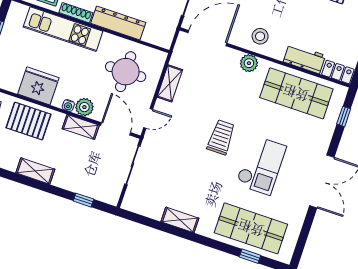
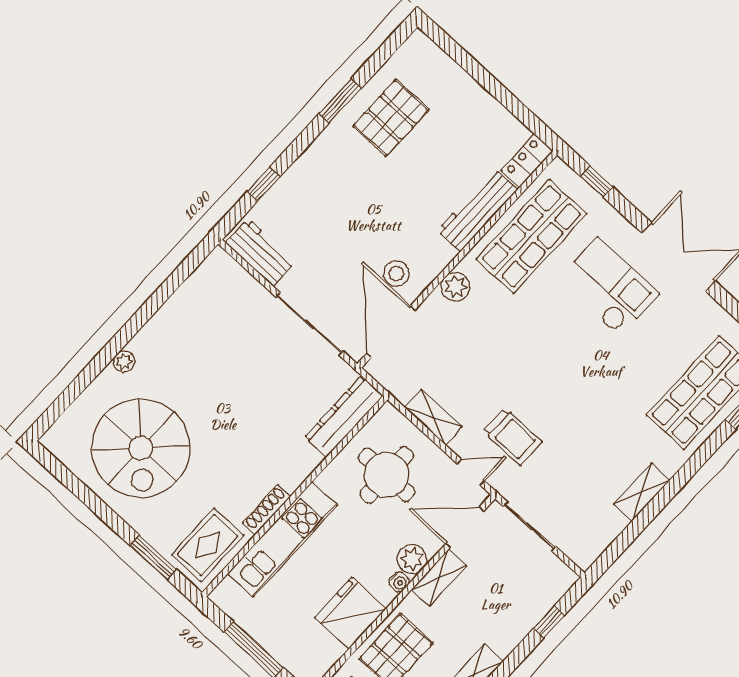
dresser: (118, 23) -> (344, 417), moved
stool: (260, 36) -> (396, 274), moved
workbench: (304, 59) -> (477, 210), width x1.38
door: (148, 118) -> (471, 472), hinge flipped
trolley: (221, 137) -> (513, 437), moved, turned 180
checkout: (261, 165) -> (608, 287), moved

